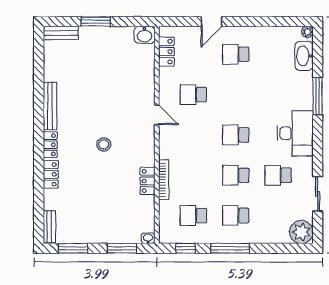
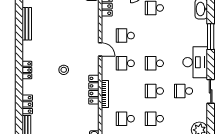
bench: (50, 106) -> (27, 24), moved
school desk: (193, 135) -> (125, 63), added
locker: (51, 174) -> (27, 104), moved
locker: (148, 181) -> (94, 90), width x1.53
sliding door: (318, 194) -> (211, 91), moved

